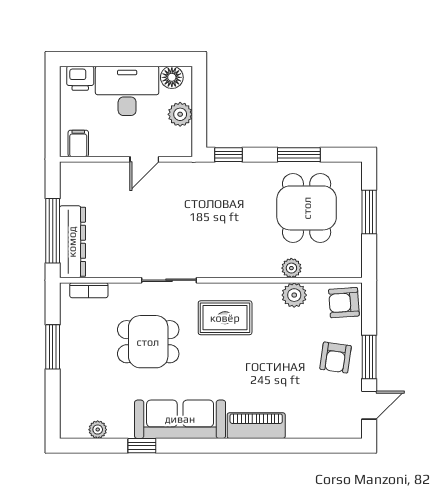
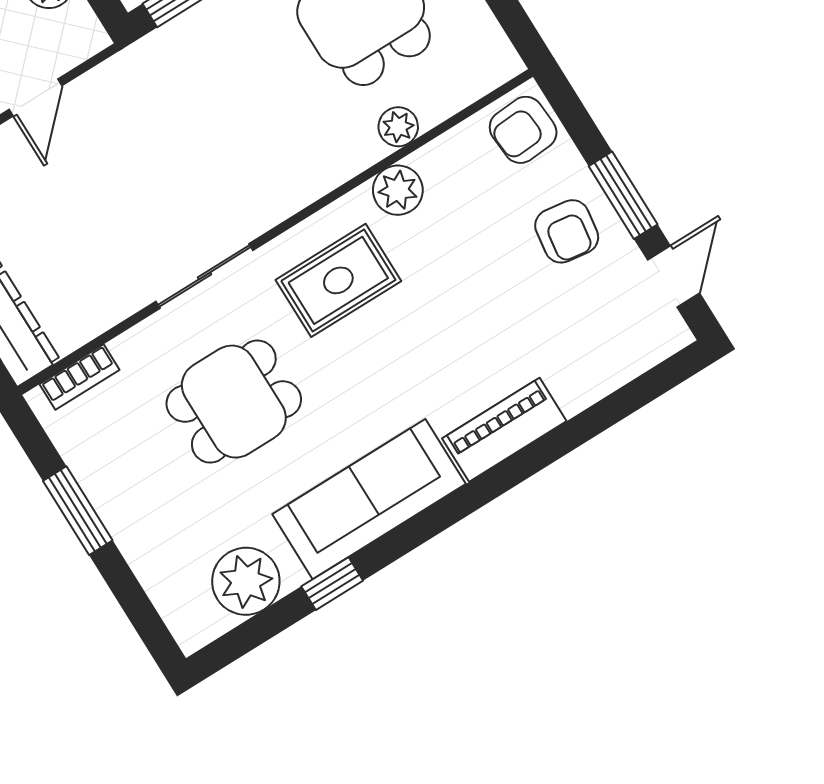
plant: (294, 295) -> (398, 190), moved
plant: (98, 430) -> (246, 581), width x1.88, depth x1.88

